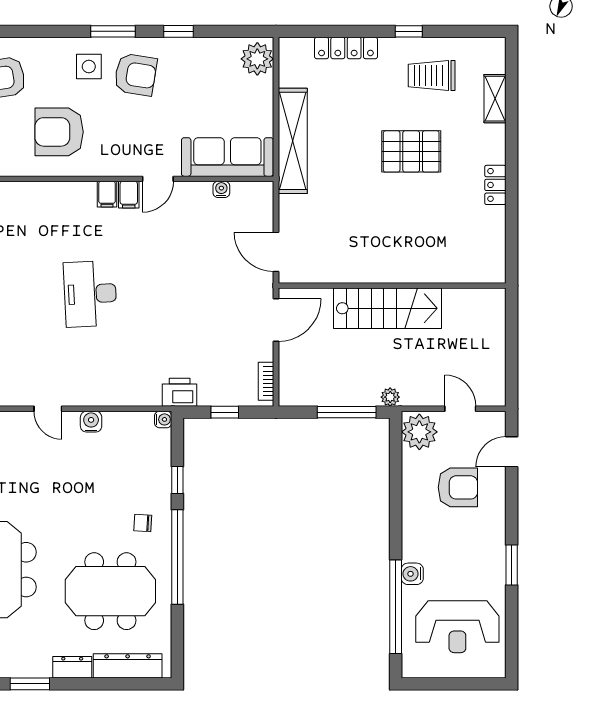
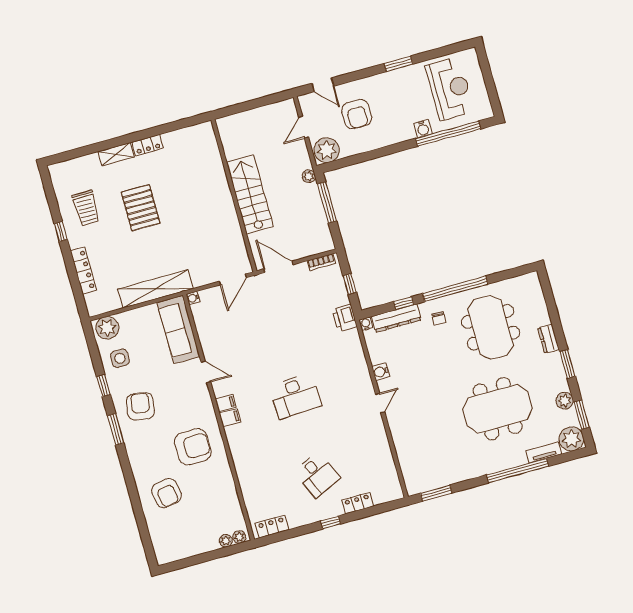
side table: (89, 67) -> (120, 358), moved
shelving: (495, 99) -> (116, 154), moved
armchair: (59, 132) -> (193, 447), turned -90
water cooler: (221, 189) -> (193, 298), moved
filing cabinet: (129, 195) -> (230, 418), moved
armchair: (458, 487) -> (357, 114), turned 180
dresser: (128, 666) -> (396, 318), moved, turned -90

